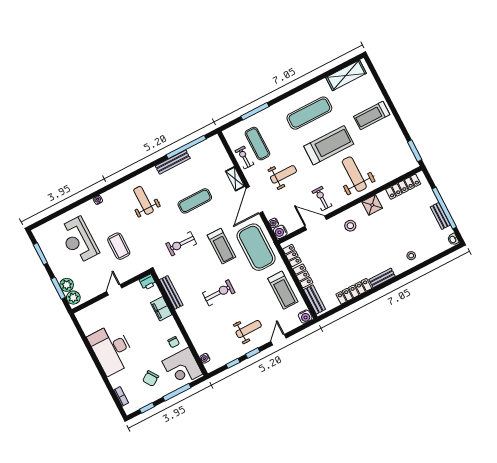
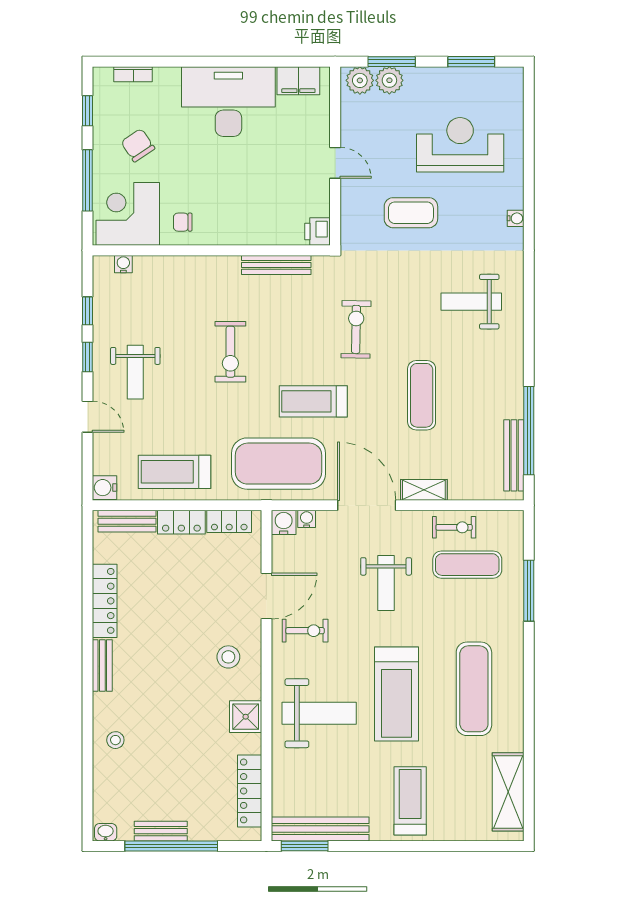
bench: (404, 148) -> (320, 829), added
bench: (173, 162) -> (514, 455), moved
weight bench: (144, 200) -> (471, 302), turned 180
filing cabinet: (161, 309) -> (298, 81), moved, turned 180

